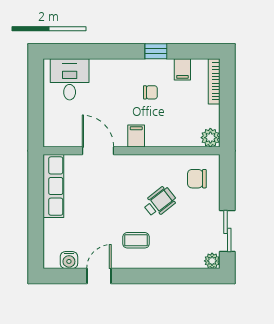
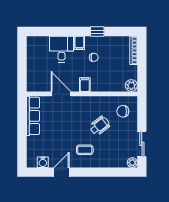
filing cabinet: (182, 69) -> (79, 43), moved
desk: (70, 79) -> (62, 49), moved

